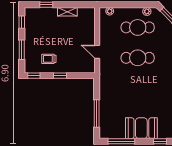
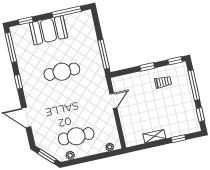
window: (22, 50) -> (194, 85), width x1.44
door: (97, 52) -> (113, 101), hinge flipped
cafe table: (138, 58) -> (62, 72), moved
window: (97, 114) -> (104, 54), moved

